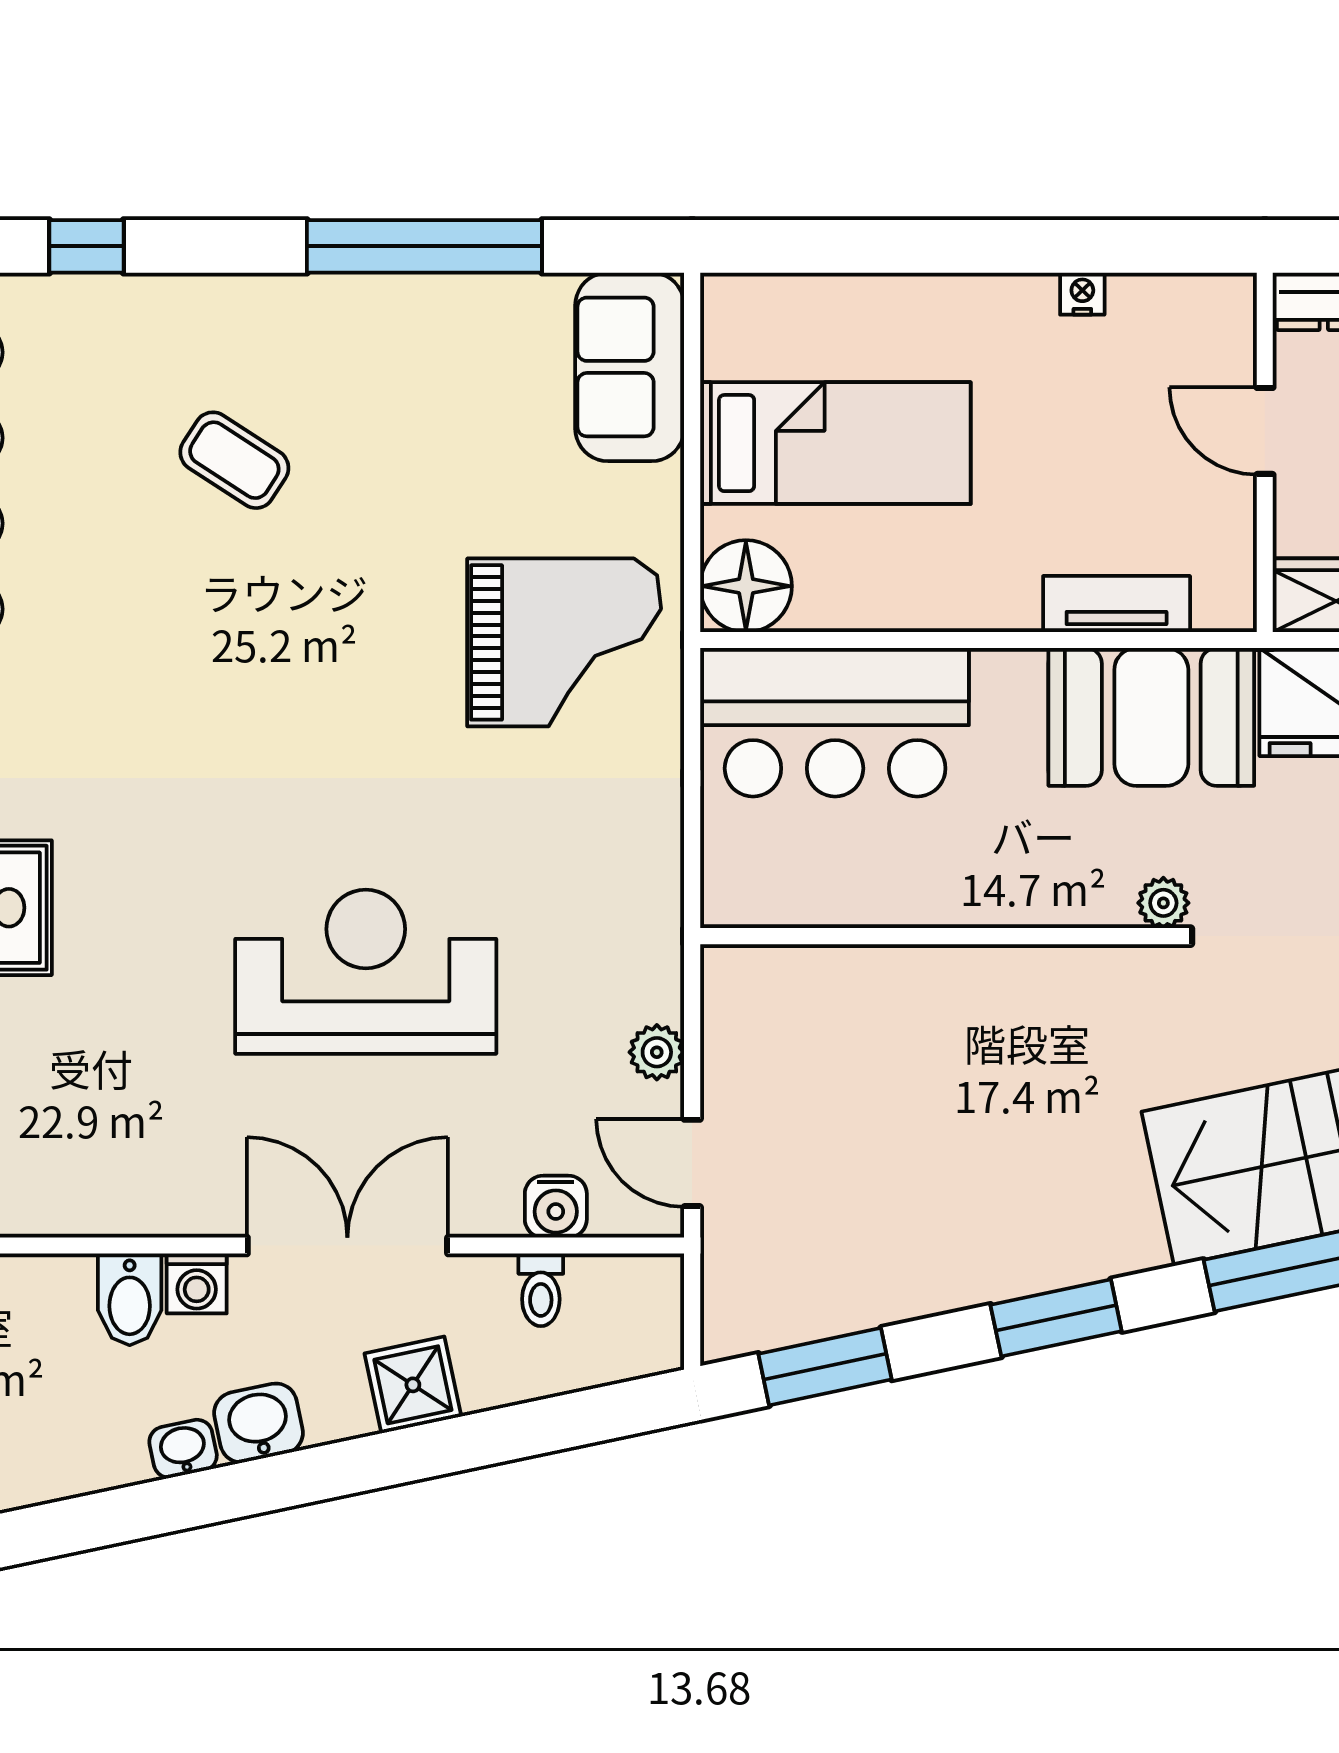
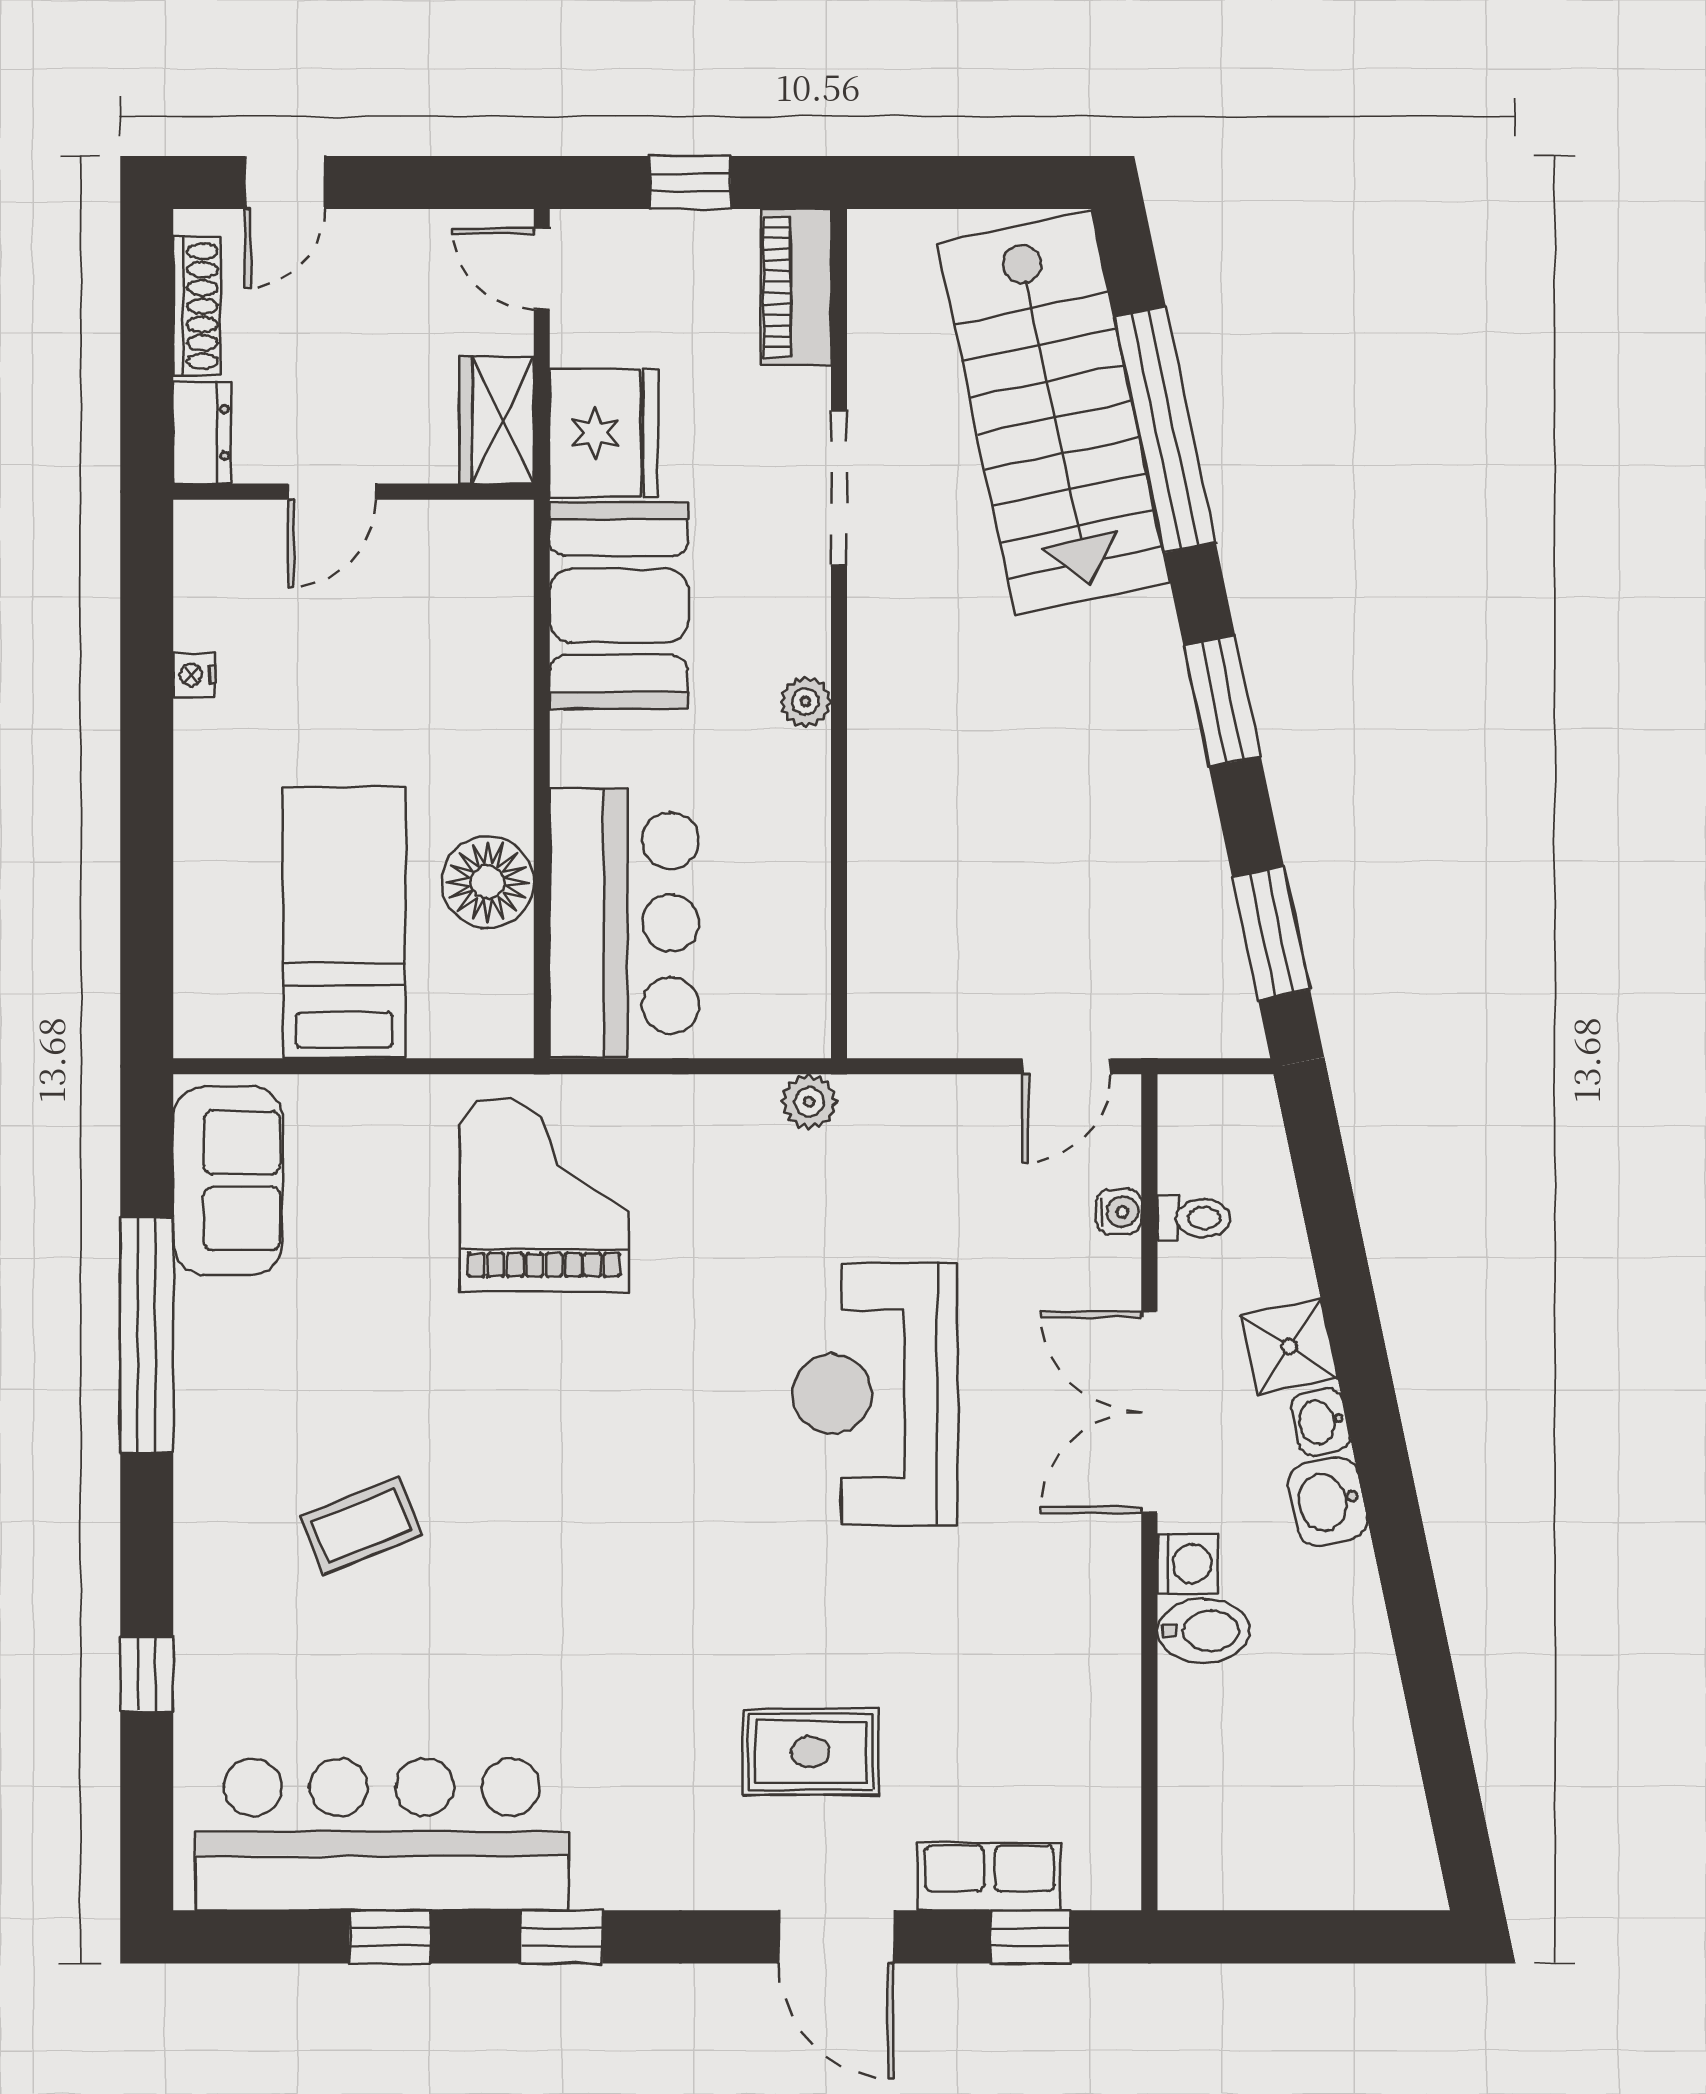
sofa: (630, 367) -> (228, 1181), moved, turned -90
coffee table: (234, 460) -> (361, 1526), turned 35
floor lamp: (746, 586) -> (488, 882), moved
tv unit: (1117, 604) -> (506, 640), removed
plant: (1163, 903) -> (806, 702), moved
plant: (657, 1052) -> (809, 1102), moved
water cooler: (556, 1207) -> (1119, 1212), width x0.72, depth x0.72
washbasin: (183, 1449) -> (1321, 1422), moved

